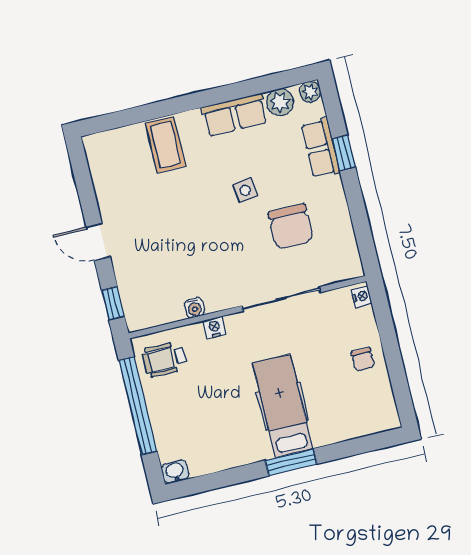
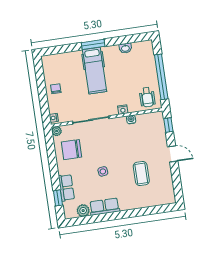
plant: (310, 92) -> (57, 131), moved
coffee table: (165, 145) -> (141, 174), moved
window: (344, 153) -> (58, 198), moved
chair: (291, 226) -> (72, 150), moved, turned -90
wheelchair: (164, 359) -> (147, 97), turned 90
washbasin: (175, 472) -> (125, 48), moved

